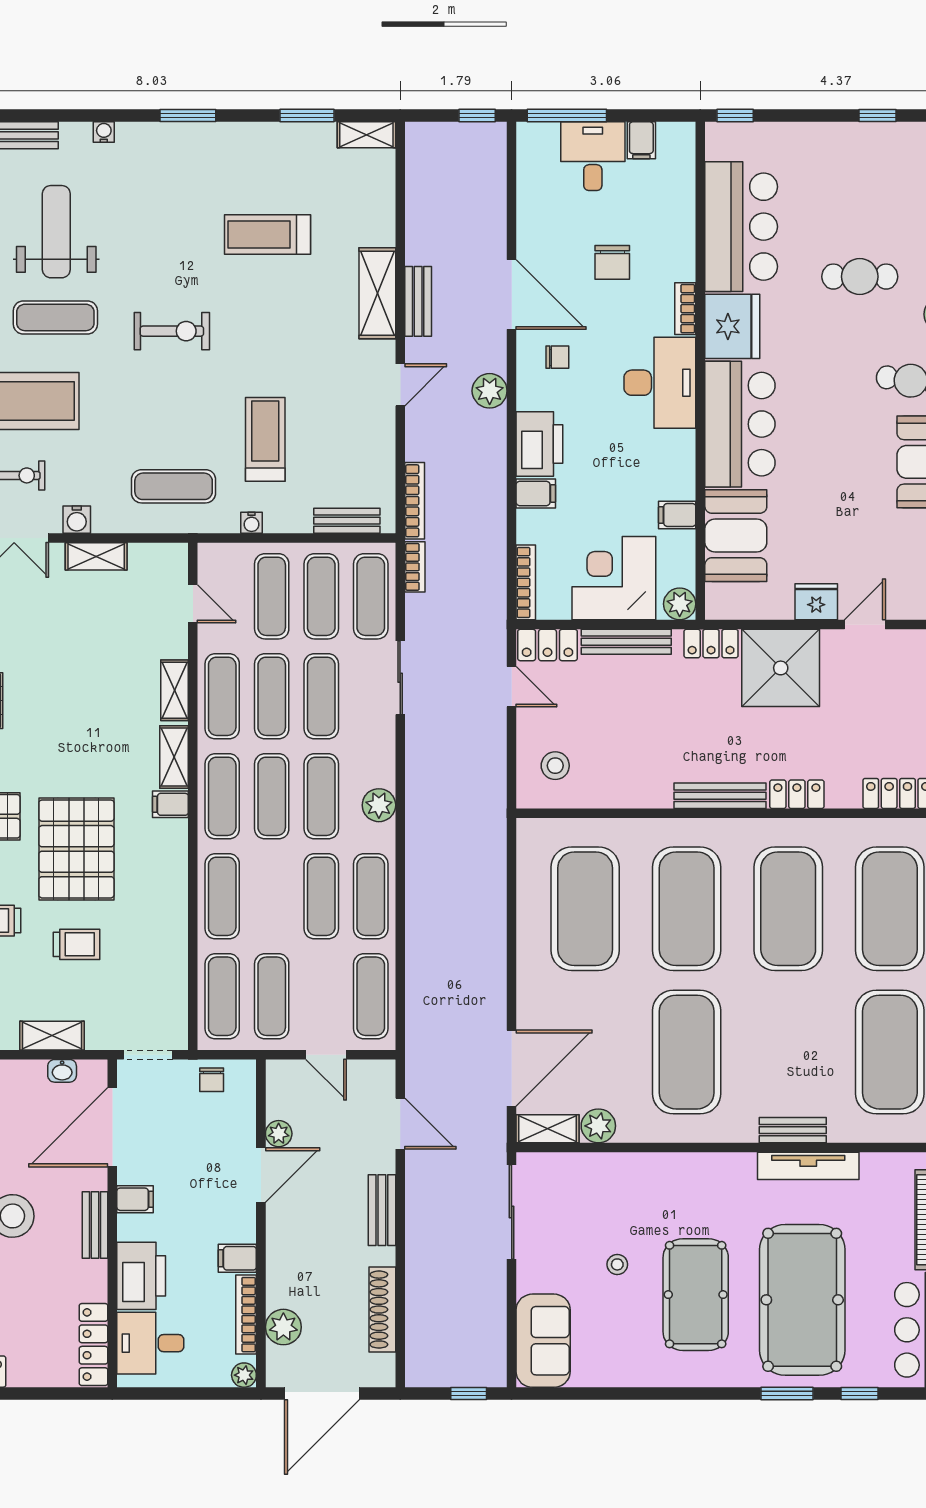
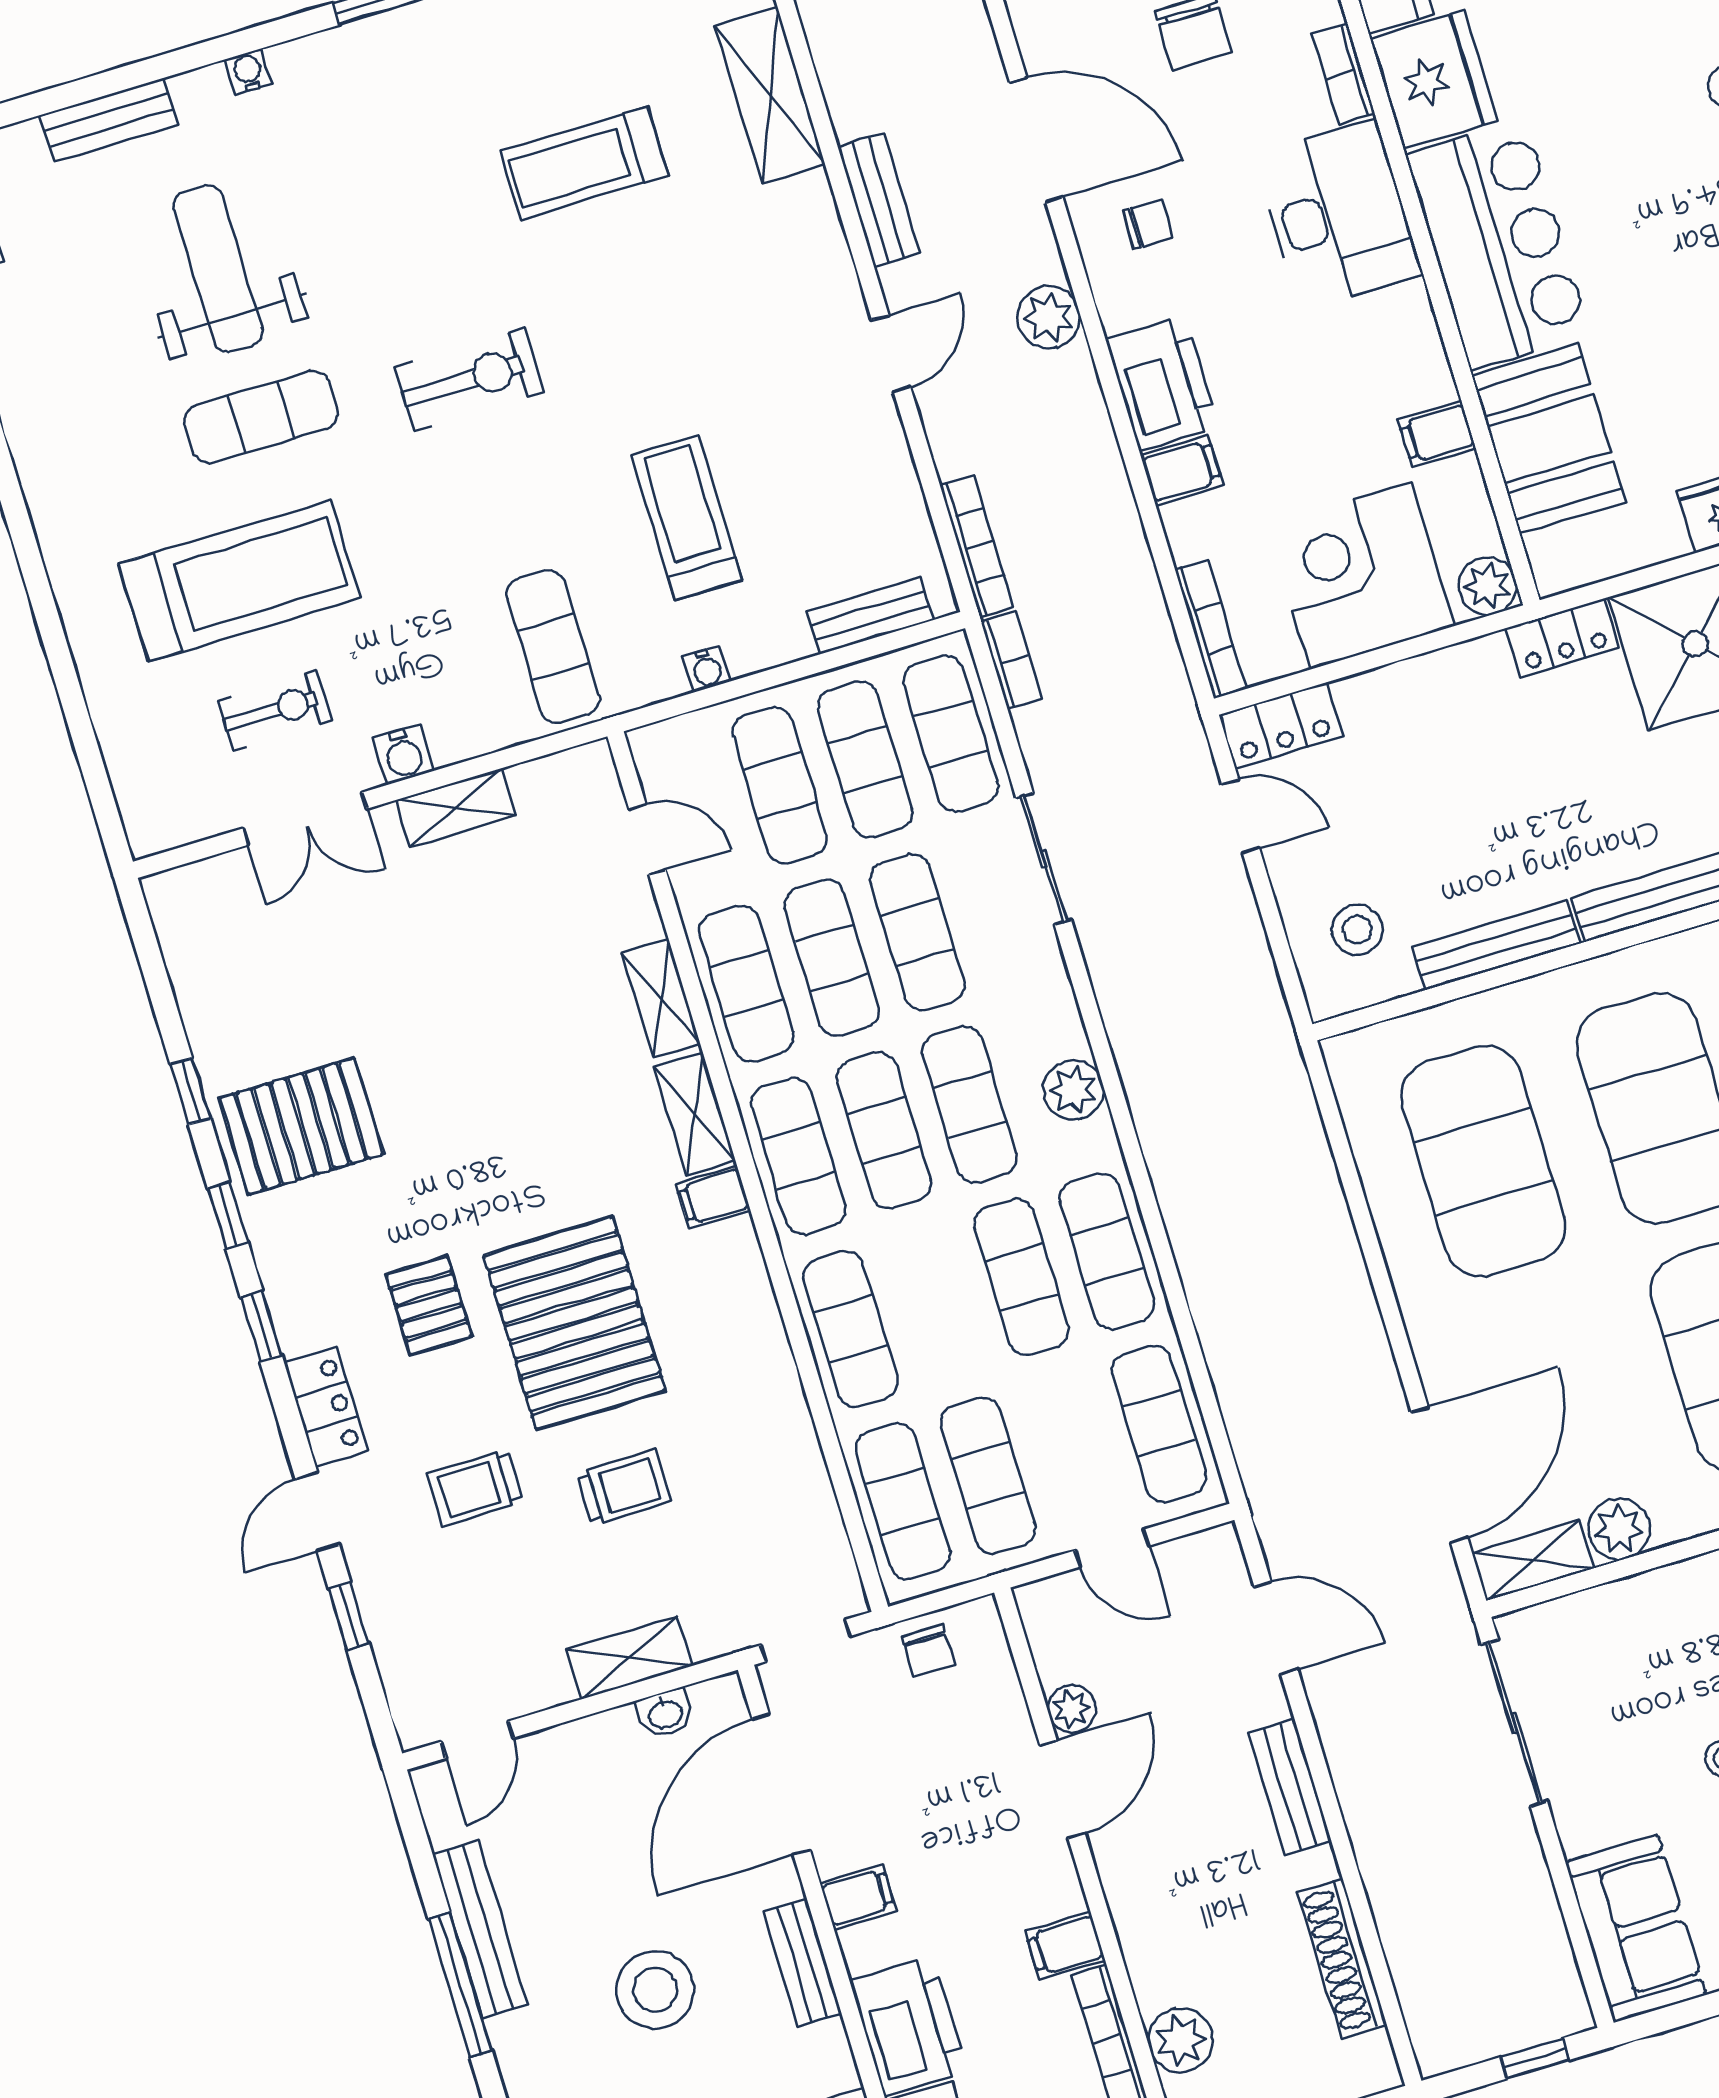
shelving: (377, 293) -> (770, 95), moved
exercise mat: (174, 486) -> (553, 647), turned 90
bench: (626, 642) -> (1496, 945), moved

